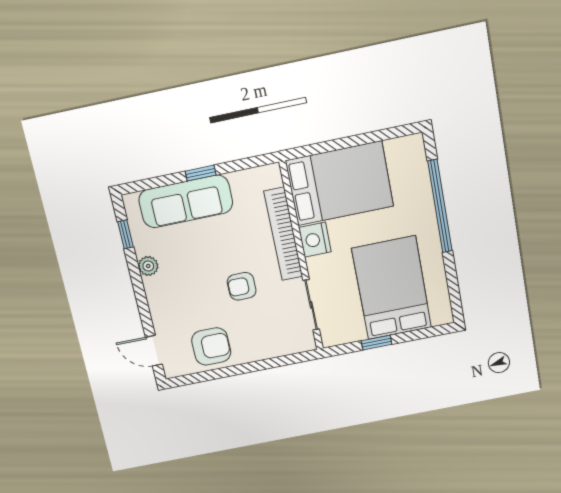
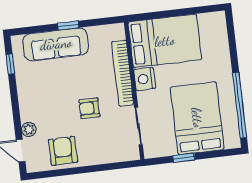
window: (440, 206) -> (240, 105), moved
plant: (148, 266) -> (29, 129), moved
armchair: (211, 346) -> (63, 151), turned -90

